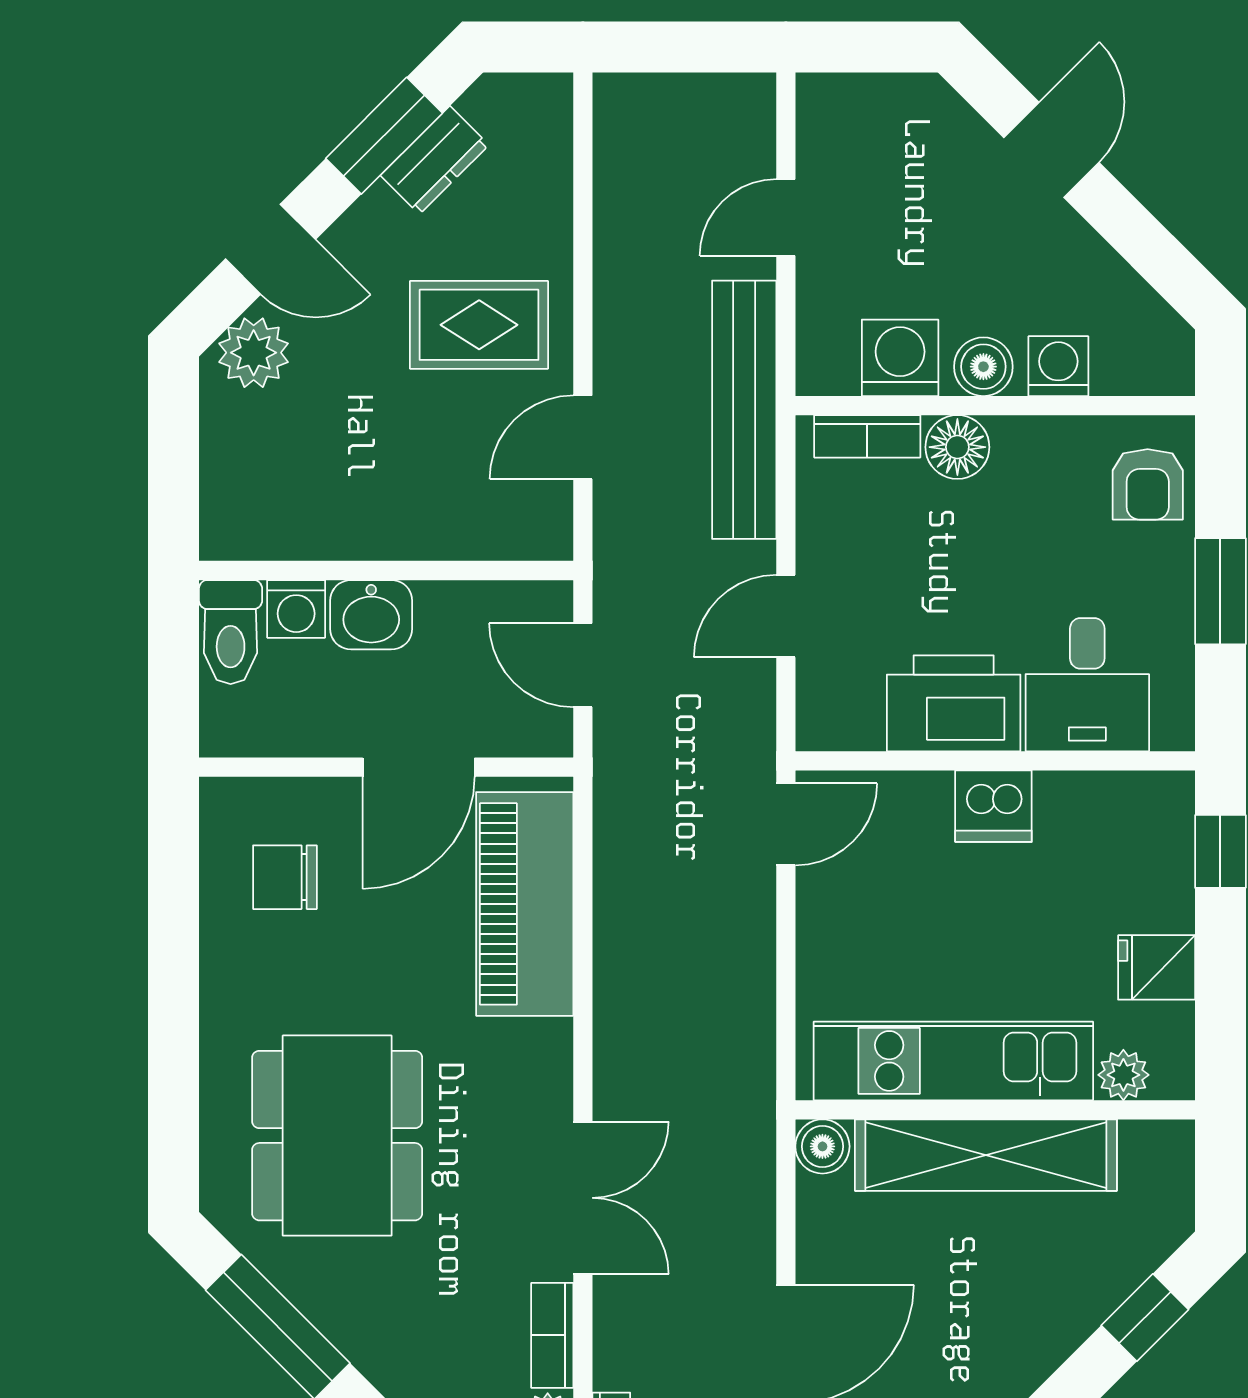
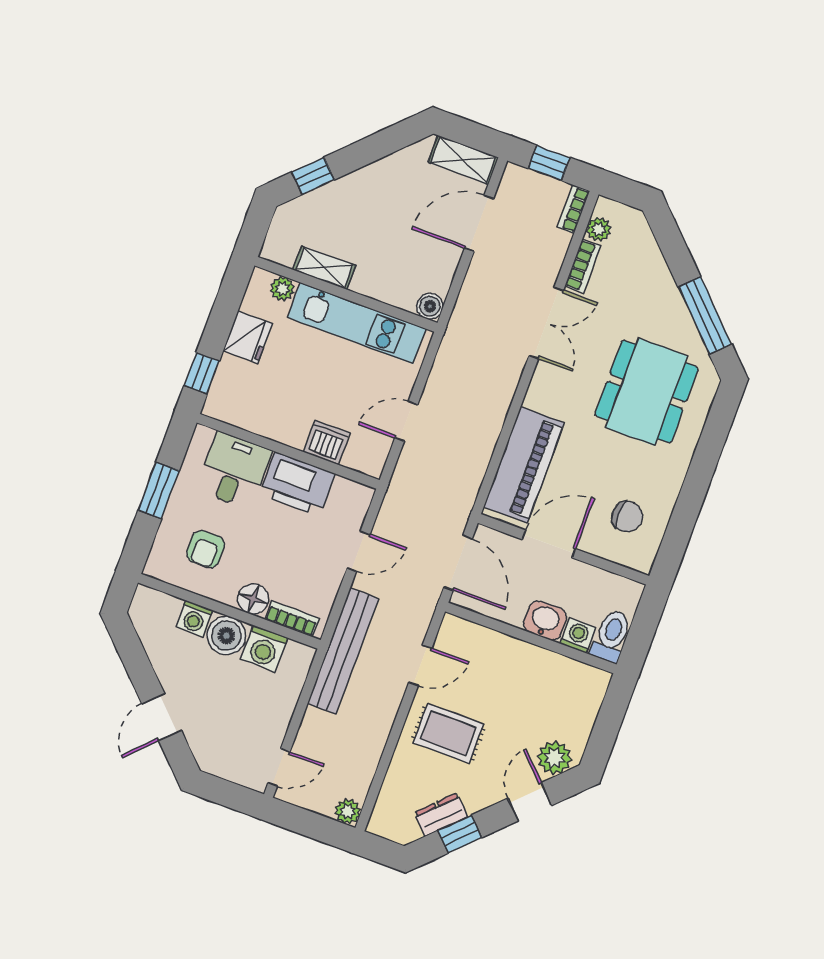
plant: (619, 99) -> (348, 811), added
window: (384, 136) -> (460, 834), width x0.67
door: (786, 217) -> (279, 767), moved
door: (270, 249) -> (530, 802), hinge flipped
boiler: (983, 367) -> (226, 636), width x1.36, depth x1.36
armchair: (1148, 484) -> (206, 549), moved, turned 180
door: (583, 665) -> (458, 563), width x1.38
dishwasher: (993, 806) -> (327, 442), moved
door: (786, 824) -> (406, 421), moved
fridge: (1157, 967) -> (248, 337), width x1.38
shelving: (986, 1155) -> (324, 268), width x0.45, depth x0.75
double door: (583, 1198) -> (546, 323), swing flipped

